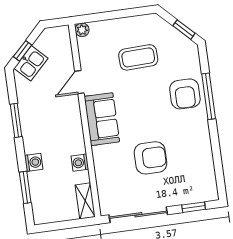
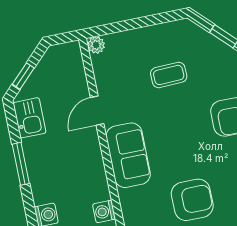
coffee table: (138, 57) -> (169, 75), width x0.73, depth x0.77
kitchen sink: (31, 63) -> (30, 118), moved, turned -45

